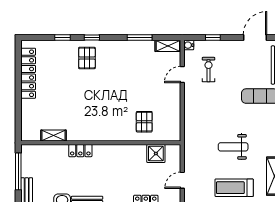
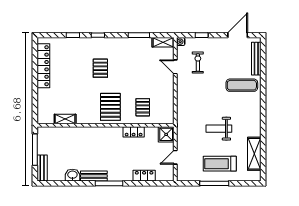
pallet: (87, 58) -> (100, 68), moved
door: (182, 75) -> (175, 67), hinge flipped
pallet: (106, 121) -> (110, 107), added
locker: (80, 151) -> (134, 132), moved
shower: (156, 154) -> (166, 134), moved

